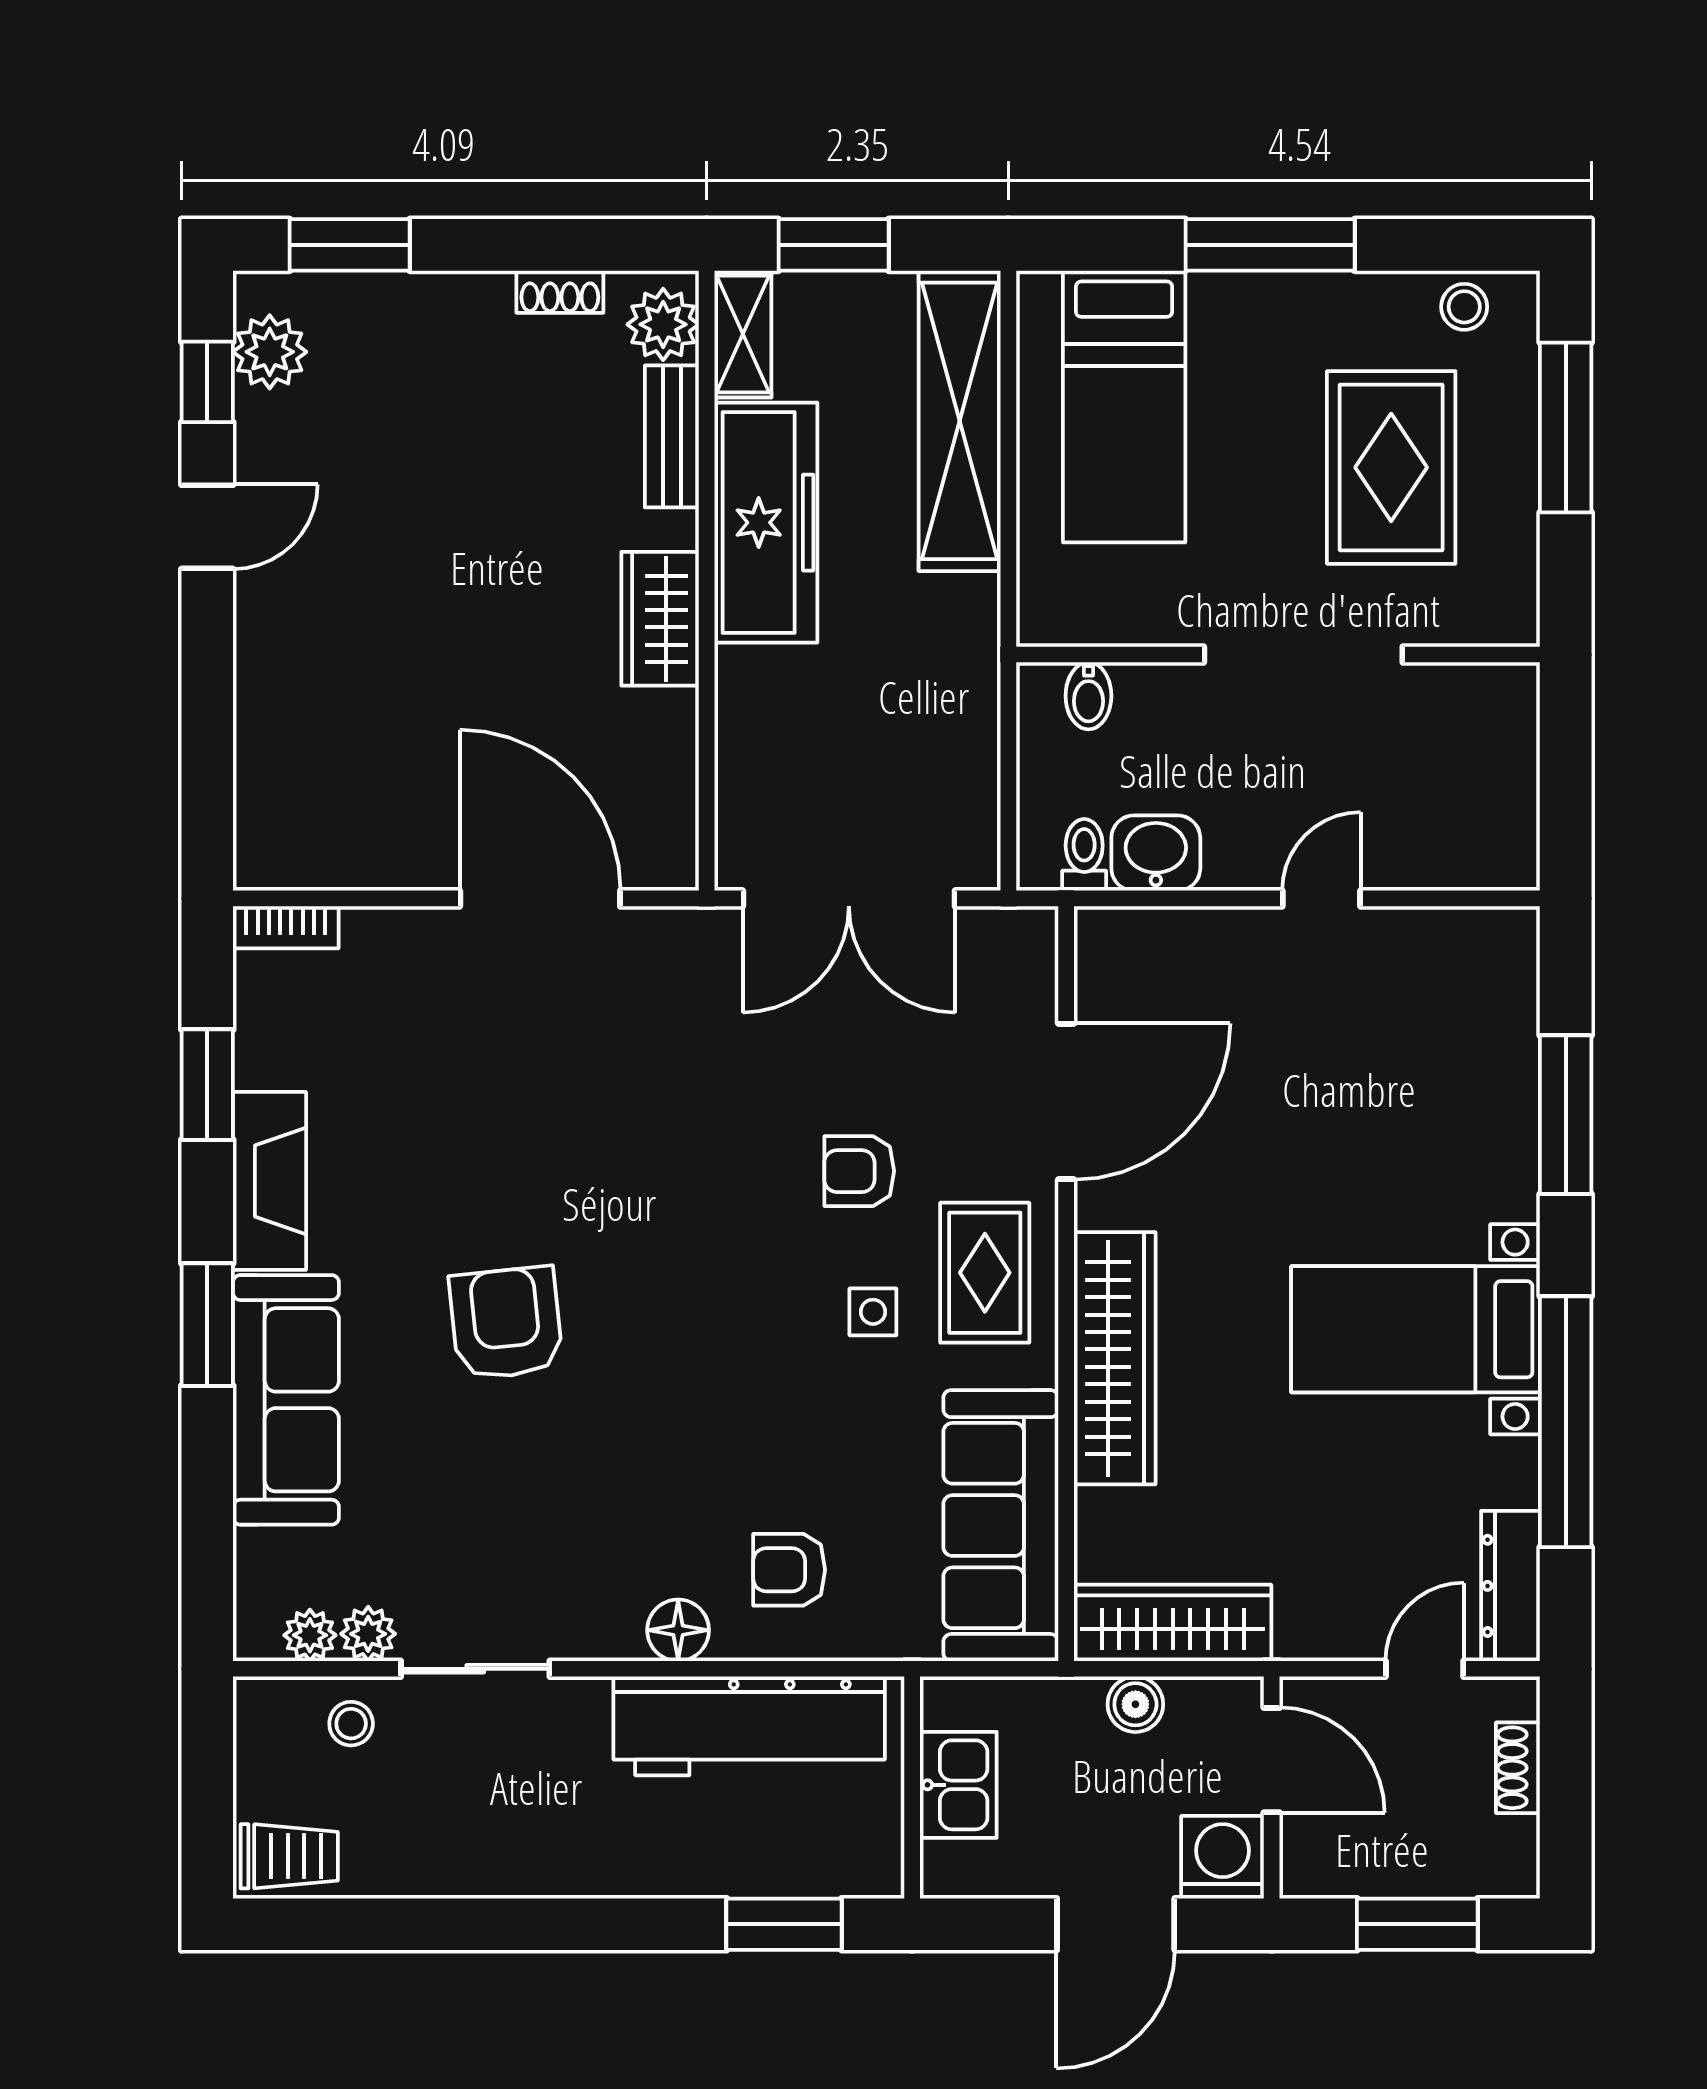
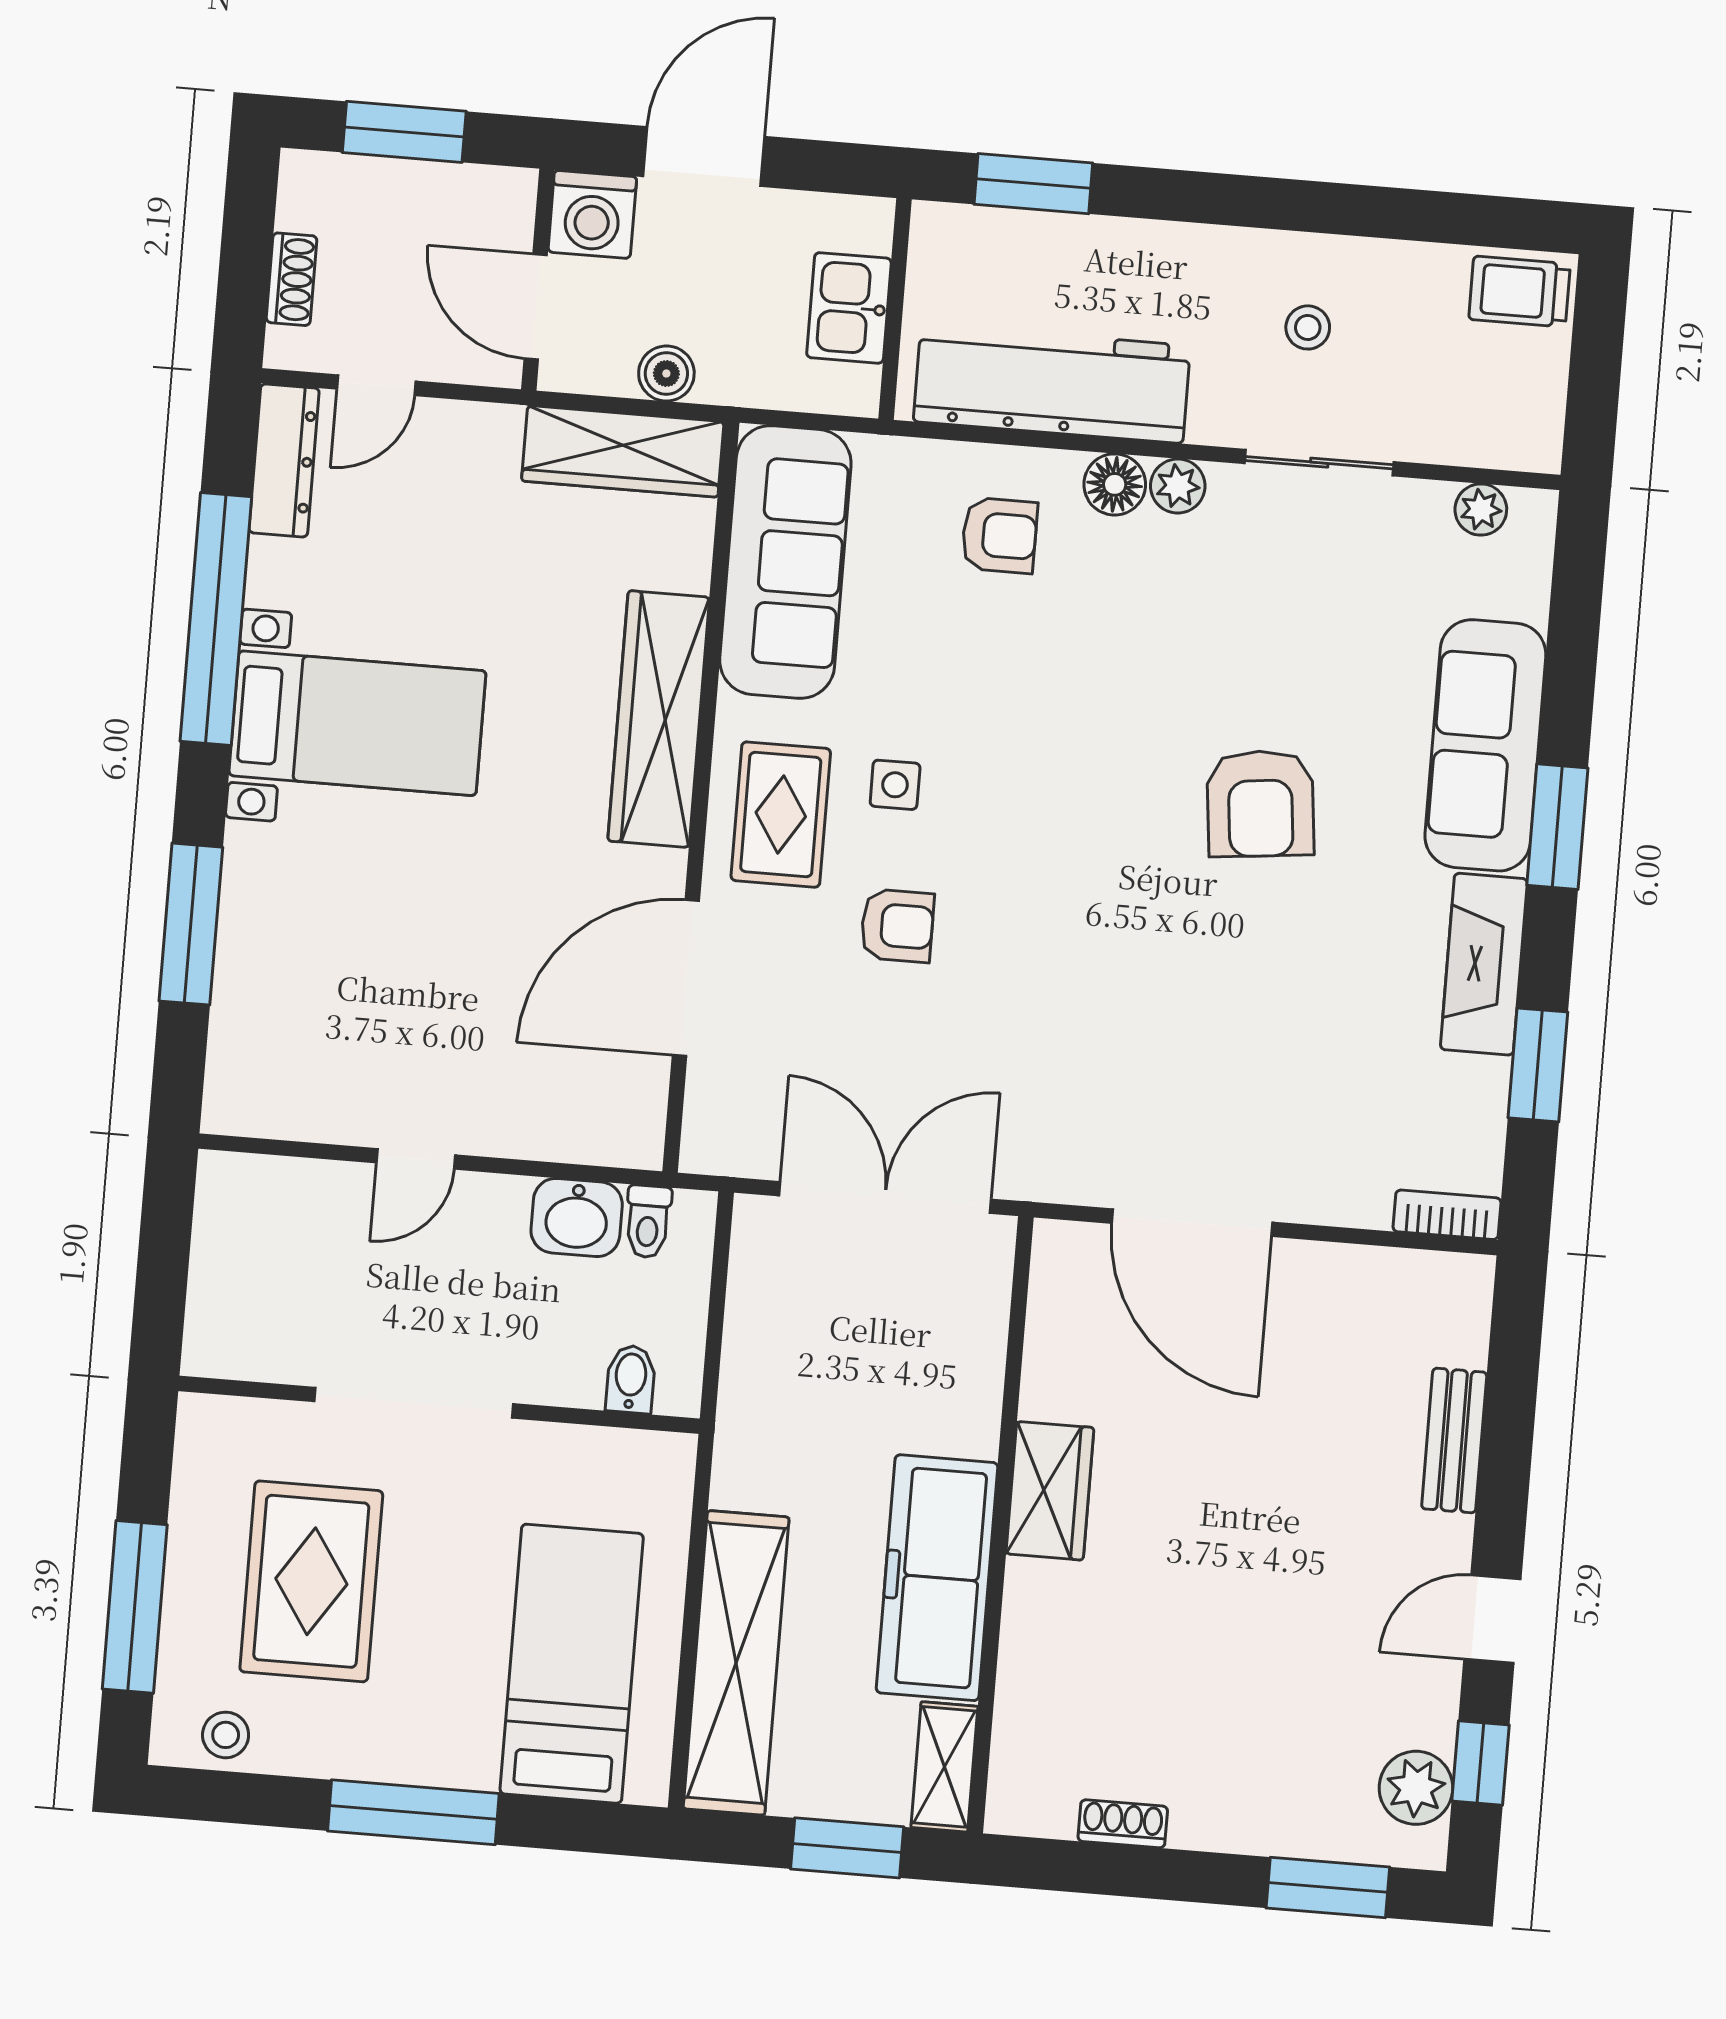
plant: (663, 324) -> (1023, 1783), removed
bench: (672, 436) -> (1454, 1440), moved
plant: (368, 1634) -> (1178, 486), moved
stool: (351, 1724) -> (1308, 327), moved

